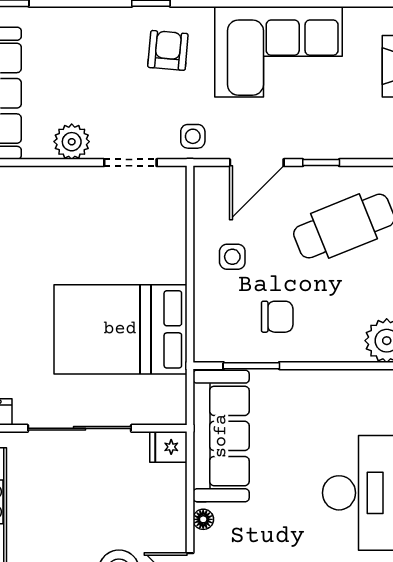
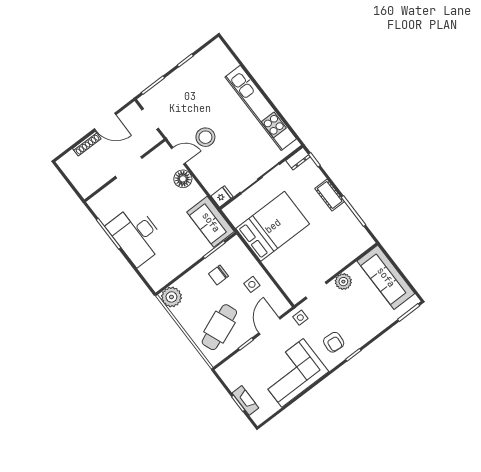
sofa: (221, 436) -> (211, 222), width x0.73
floor lamp: (203, 519) -> (183, 179), width x1.89, depth x1.89

